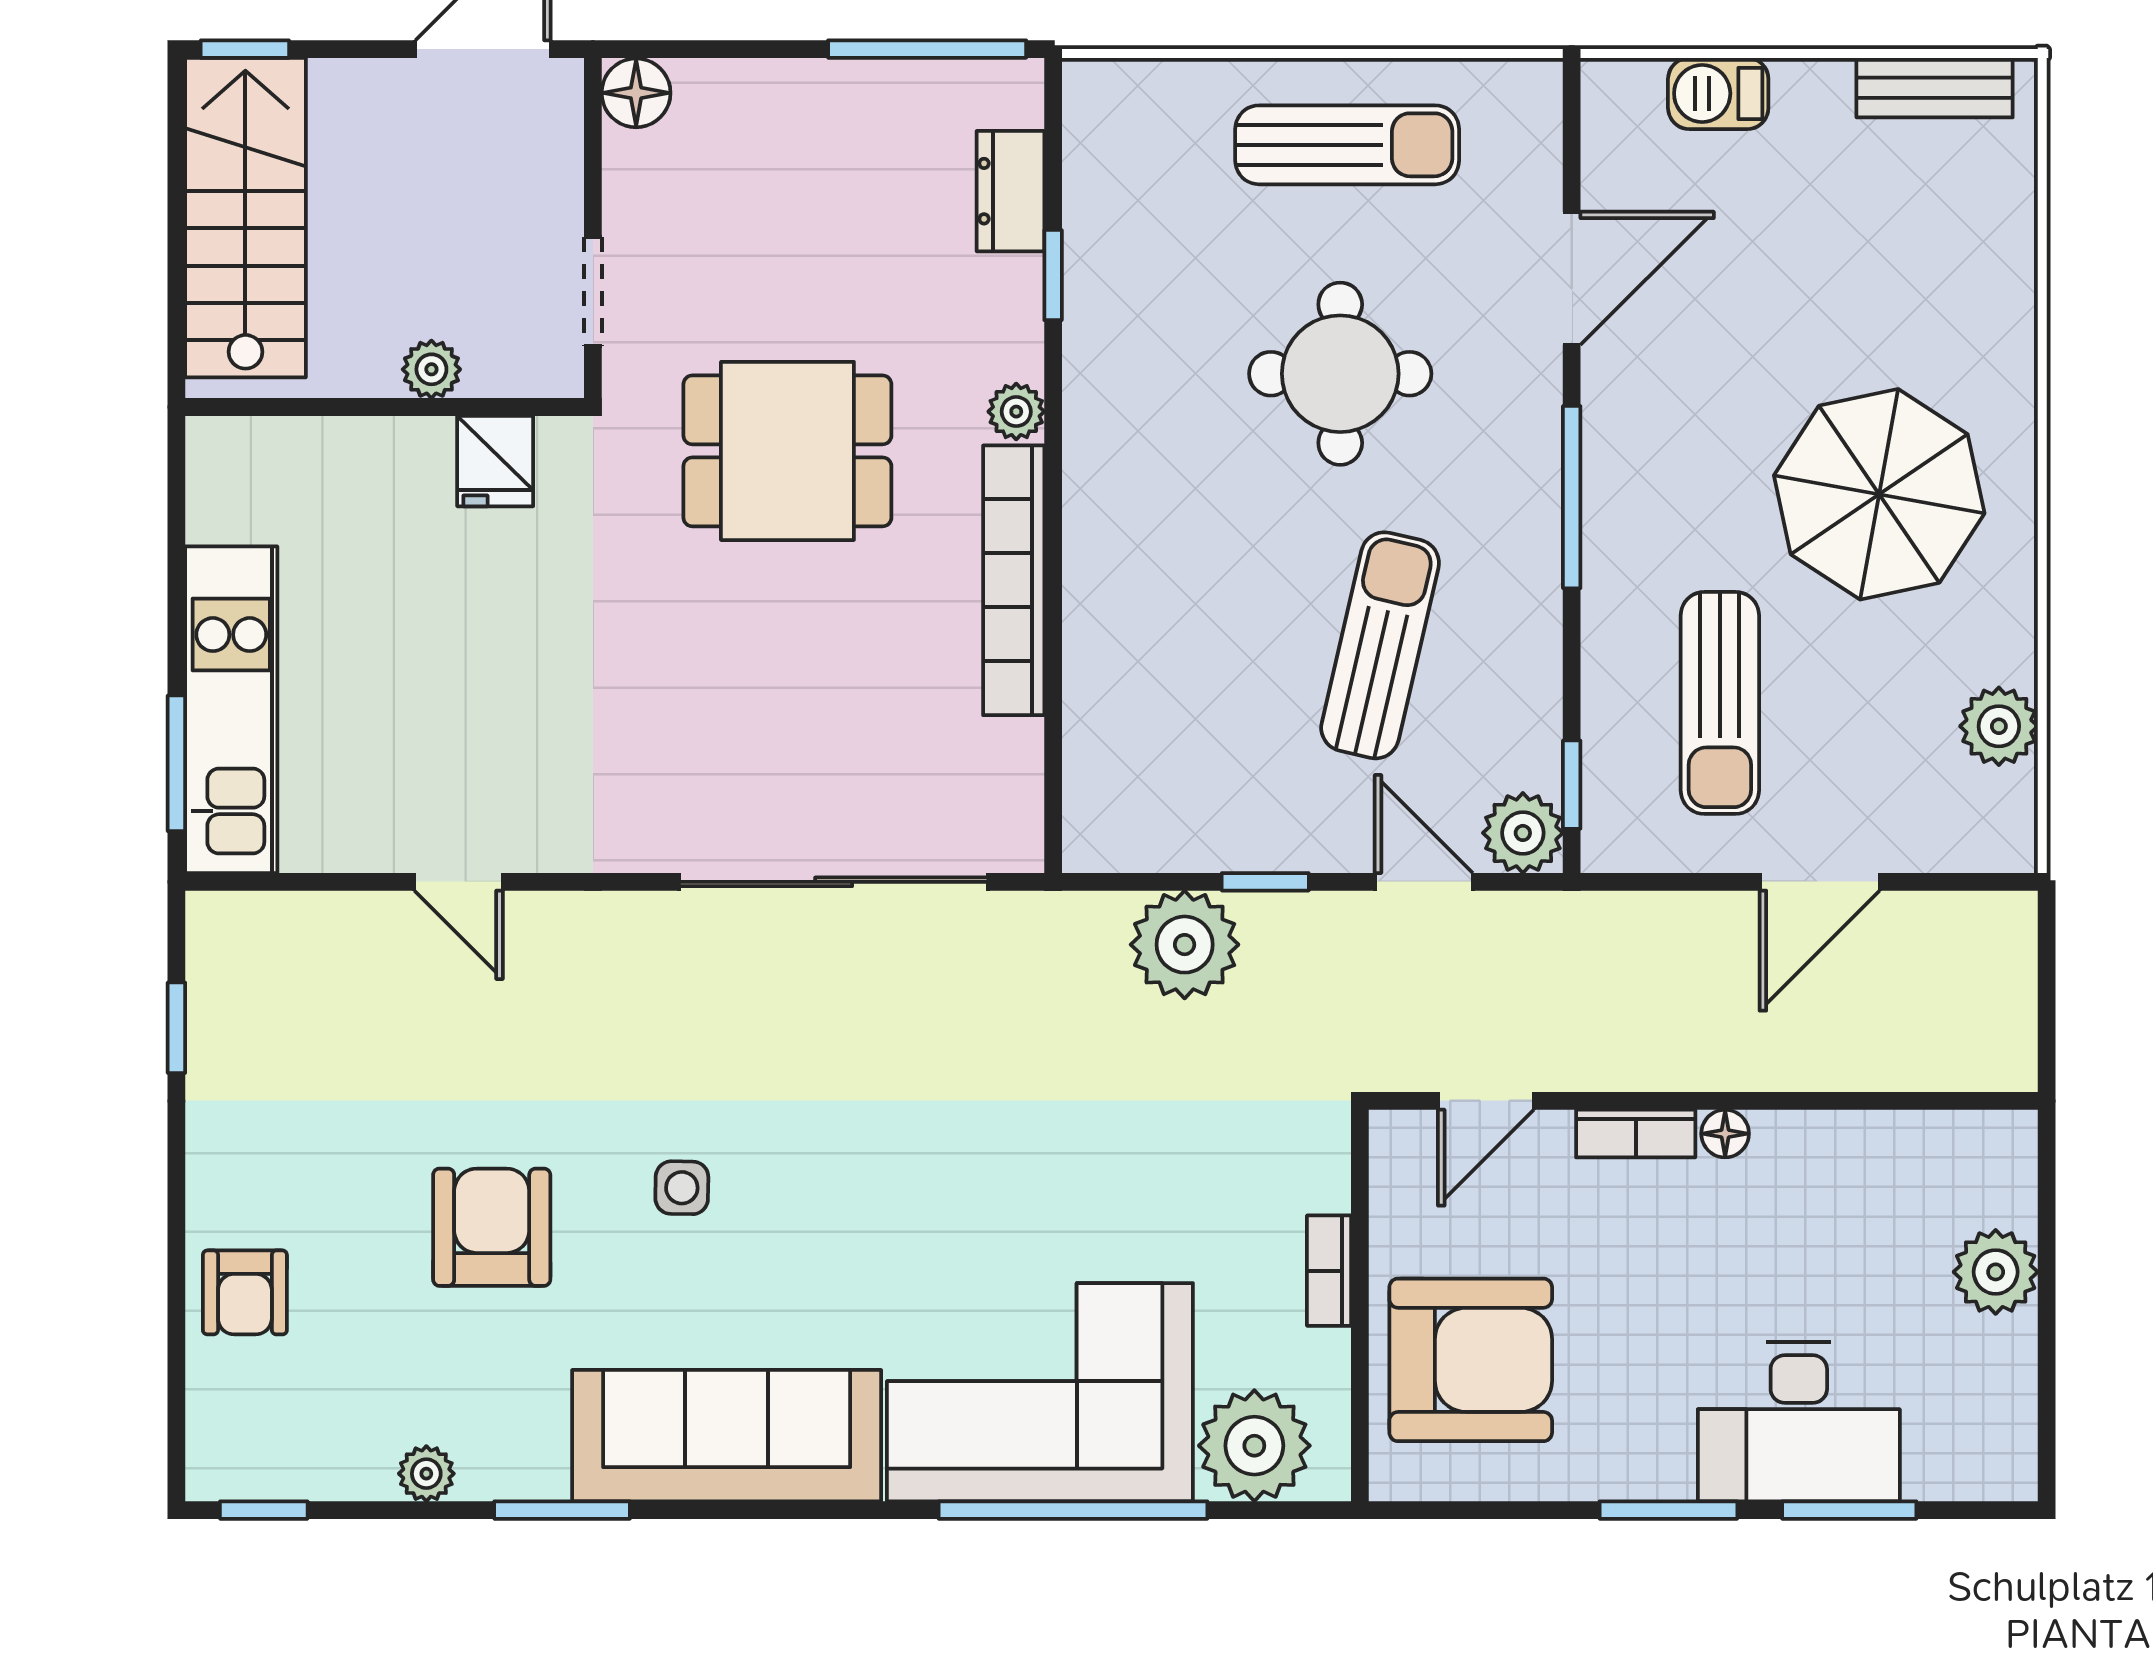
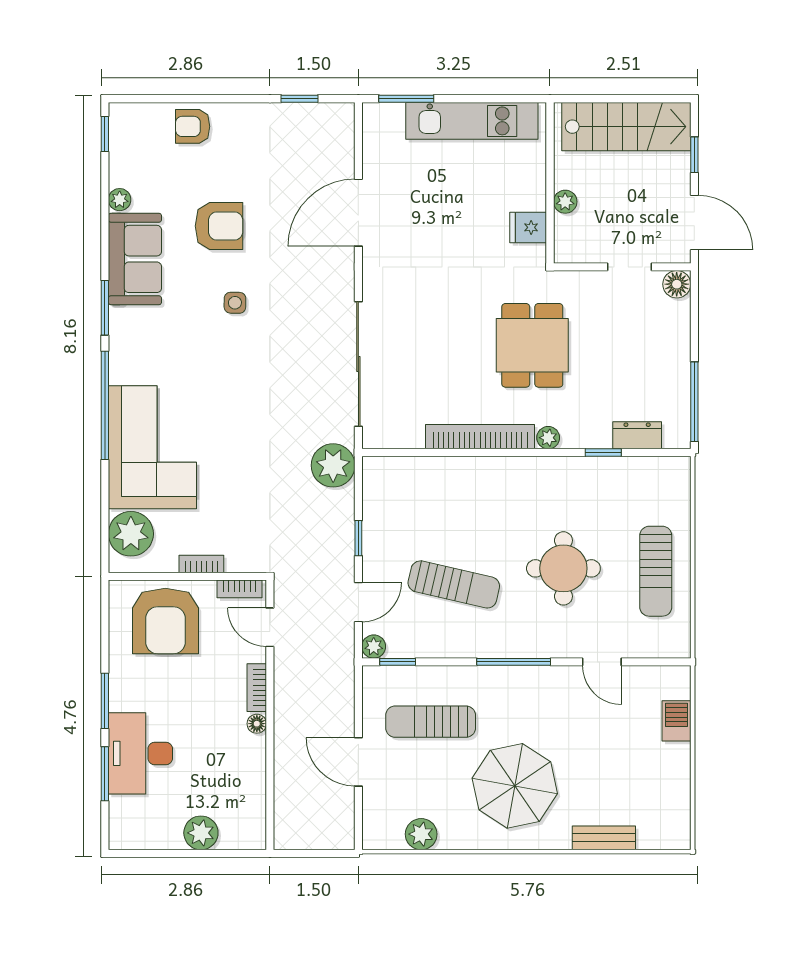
window: (245, 49) -> (694, 155), moved
bench: (1935, 88) -> (604, 838), moved, turned 90
door: (1572, 278) -> (602, 662), width x0.73
doorway: (593, 291) -> (629, 267), moved
kitchen unit: (231, 710) -> (472, 121), moved
plant: (1523, 833) -> (374, 647), width x0.73, depth x0.73
door: (459, 882) -> (358, 213), width x1.87
plant: (1185, 945) -> (333, 465), moved
bookcase: (1391, 1176) -> (240, 589), added
sofa: (727, 1436) -> (135, 259), moved, width x0.73
window: (562, 1510) -> (105, 308), moved
window: (1073, 1510) -> (105, 405), moved

